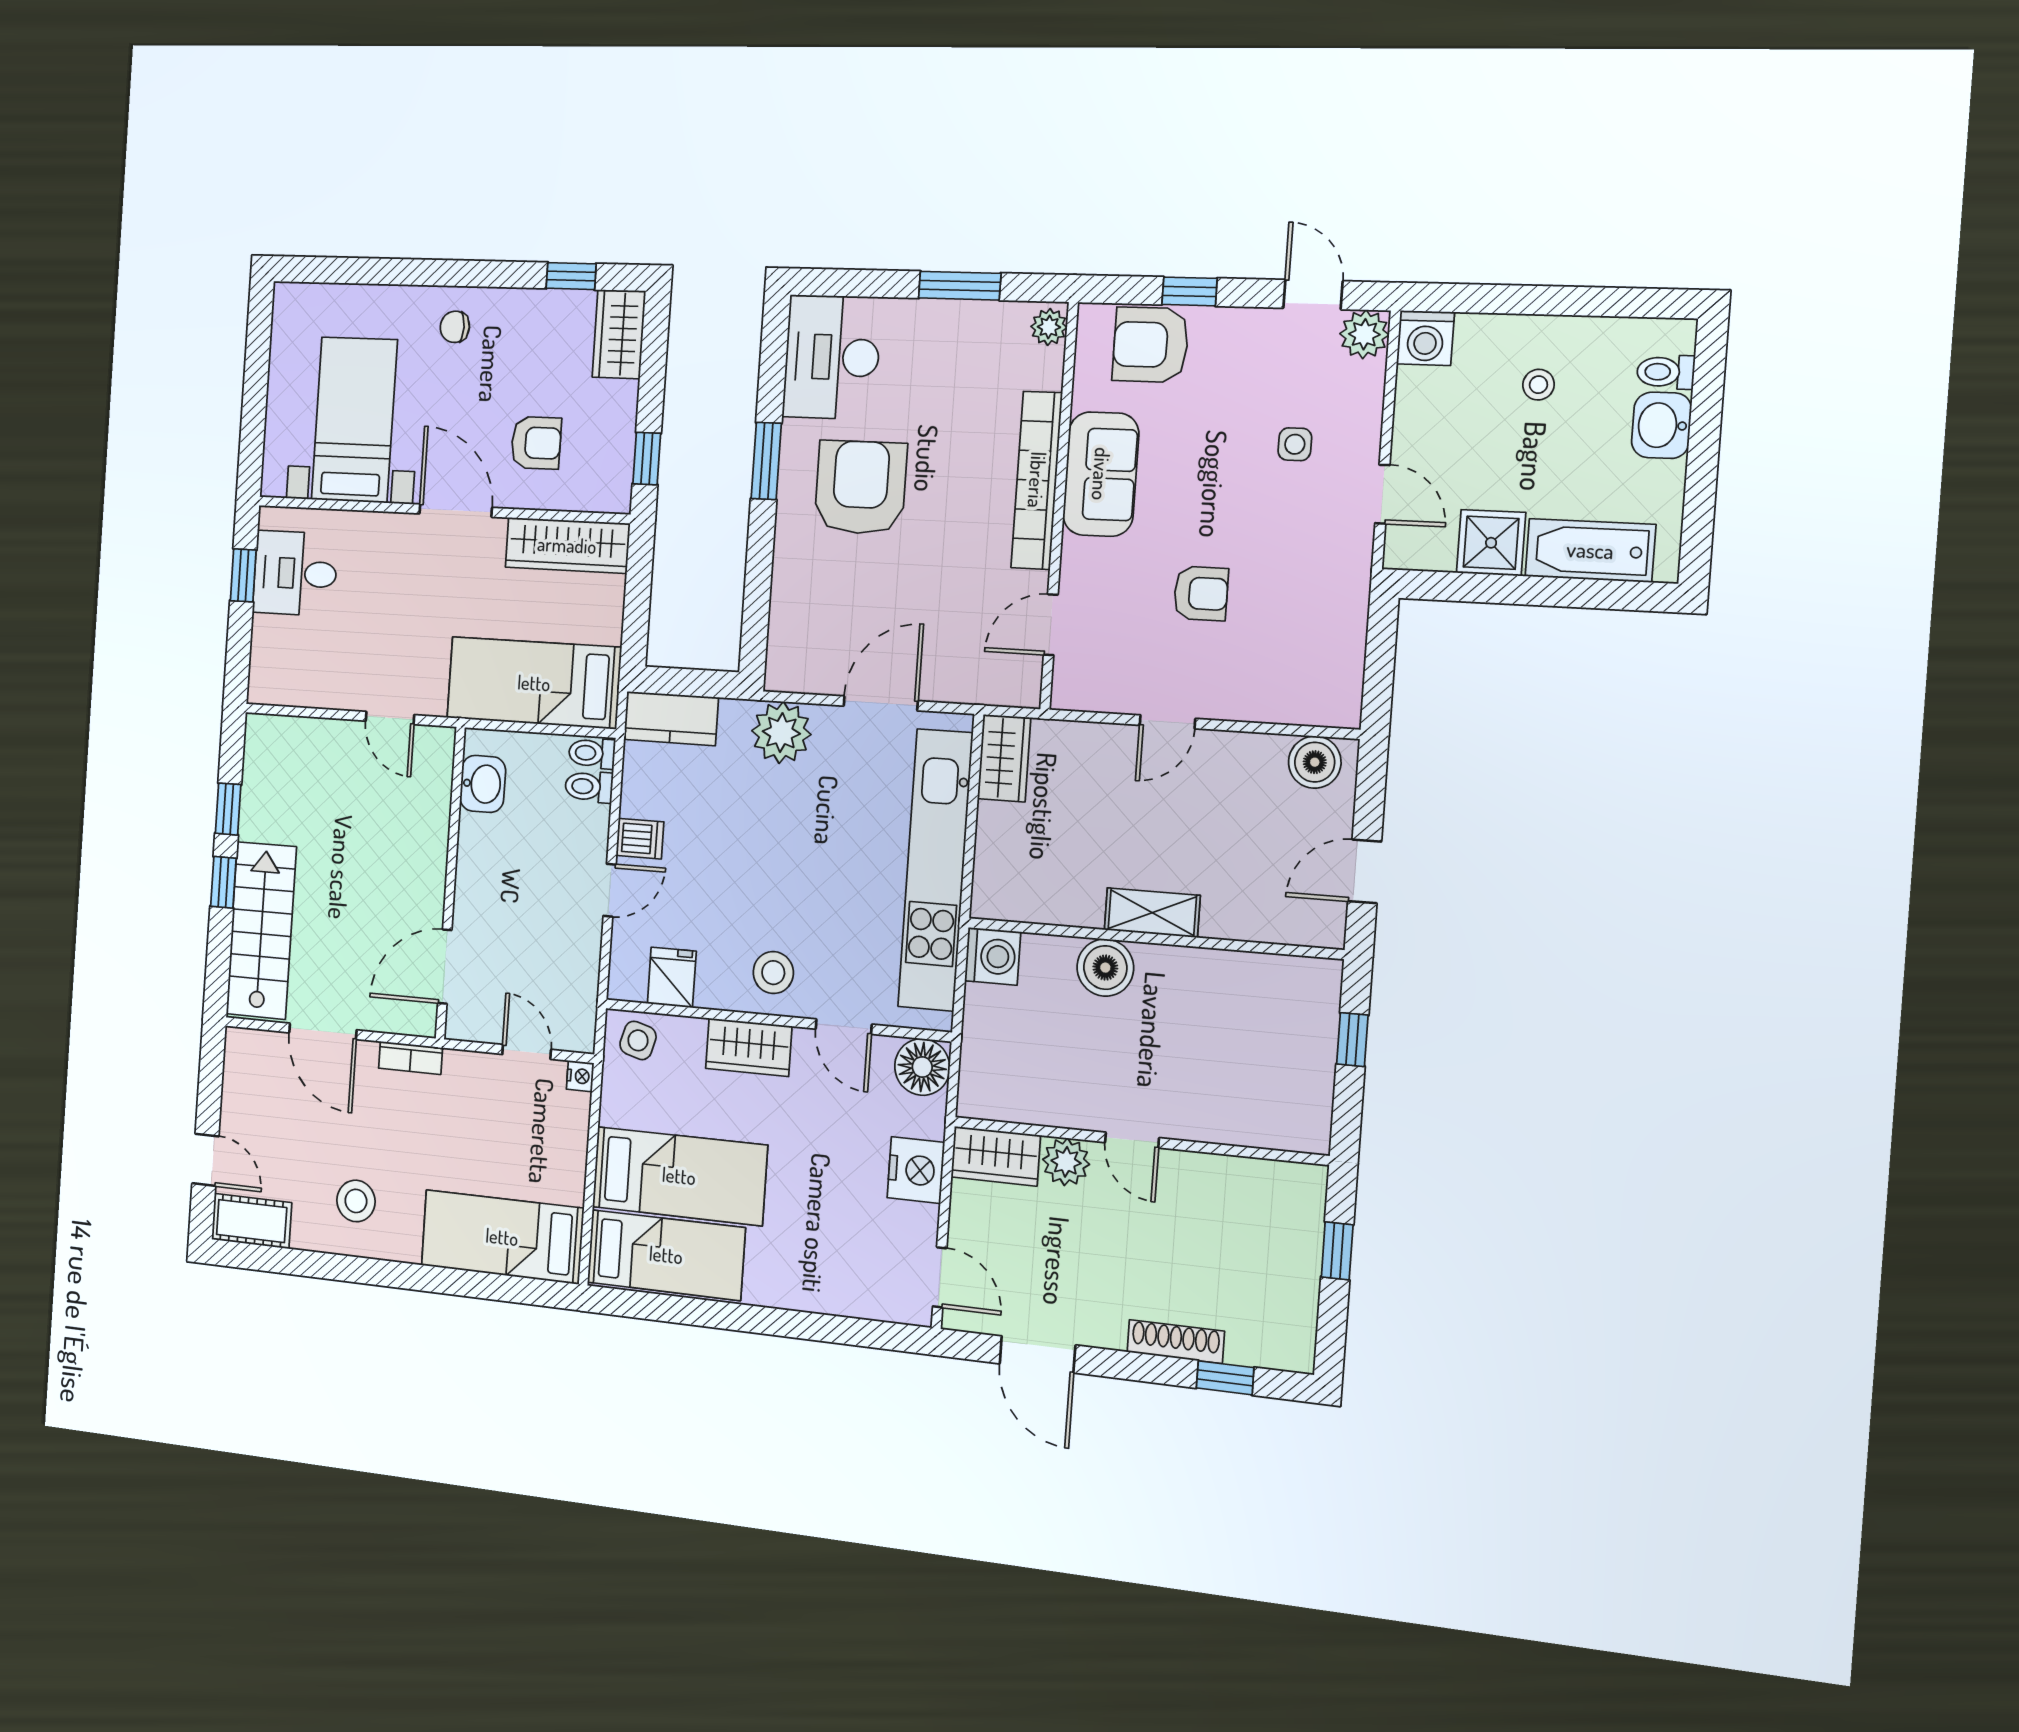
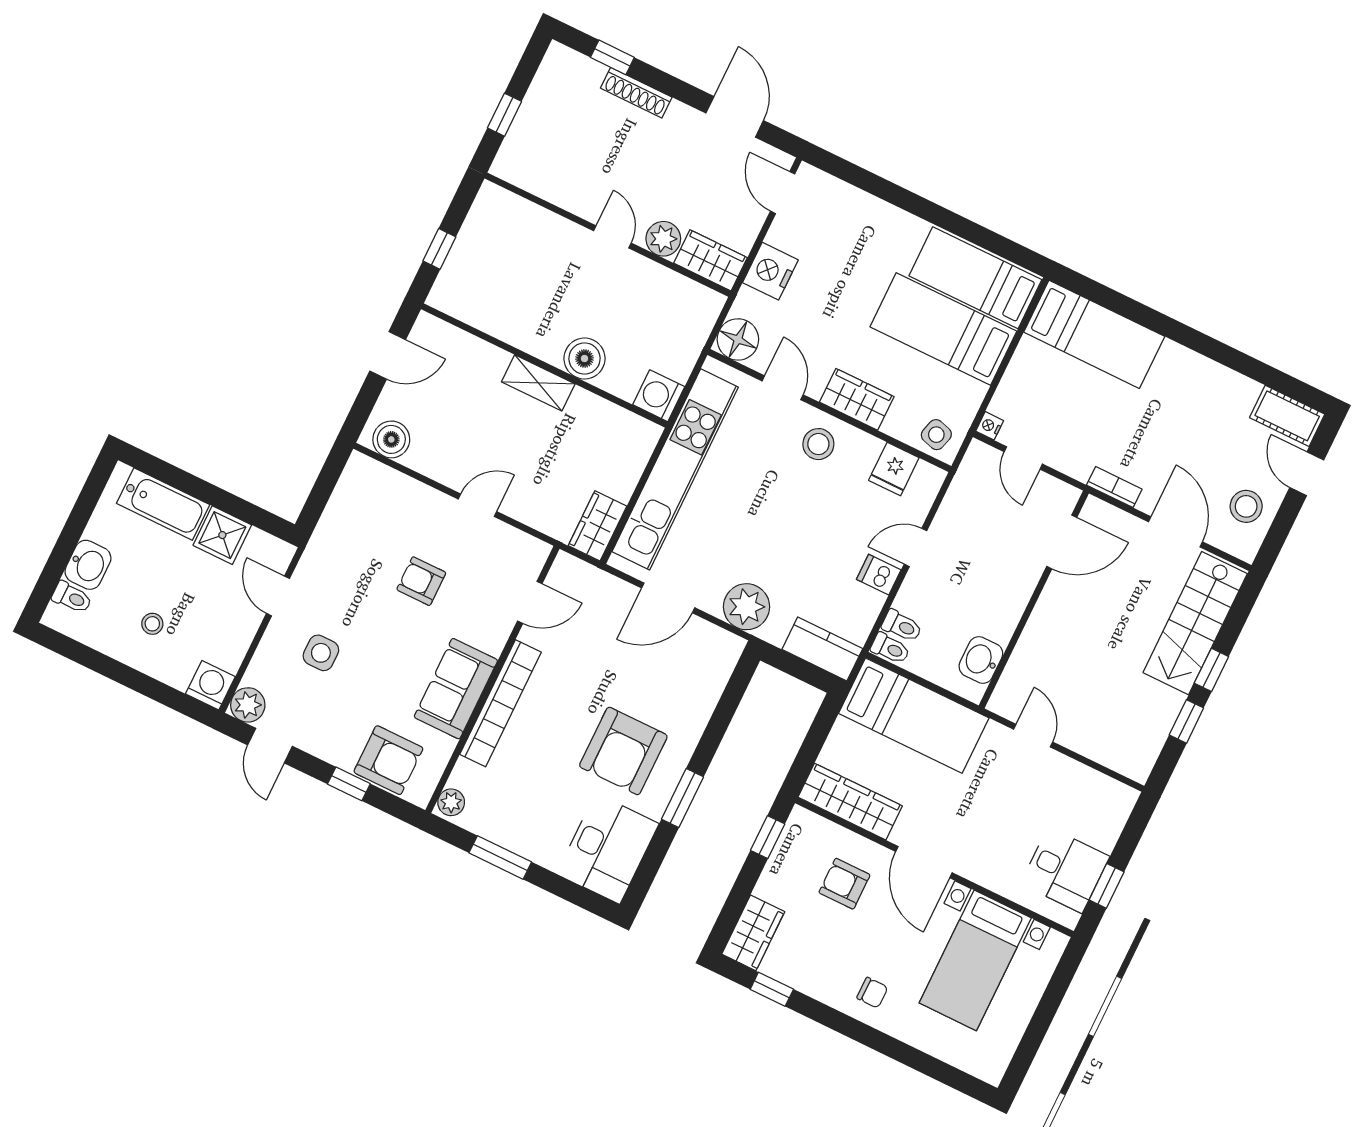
side table: (1295, 444) -> (321, 653), width x1.37, depth x1.37
stool: (356, 1201) -> (1246, 506), moved

